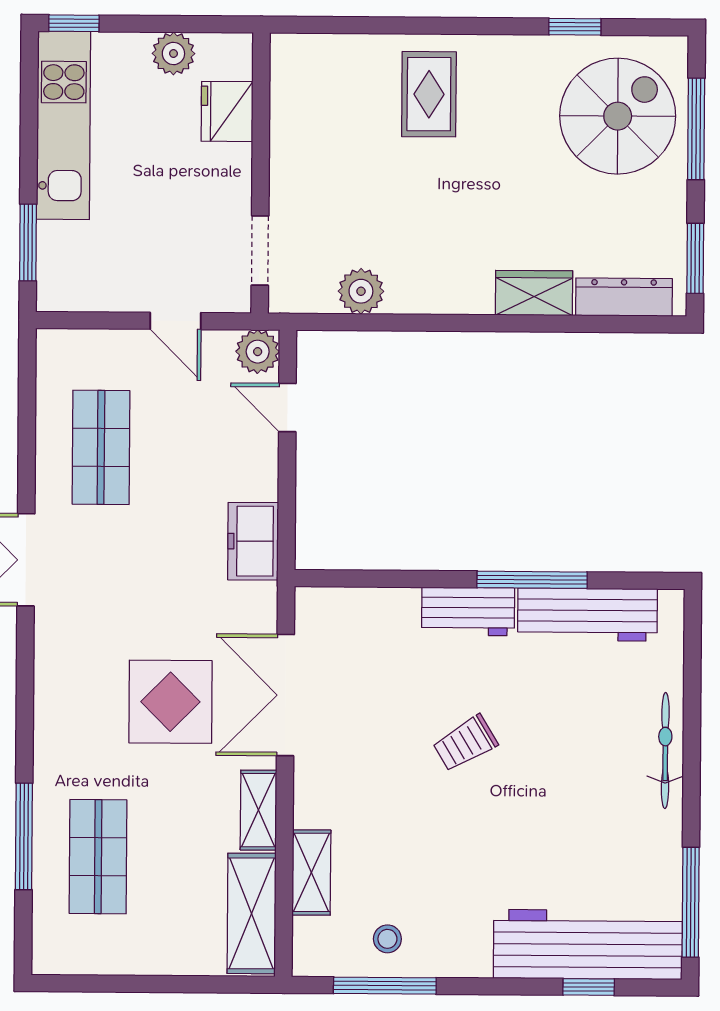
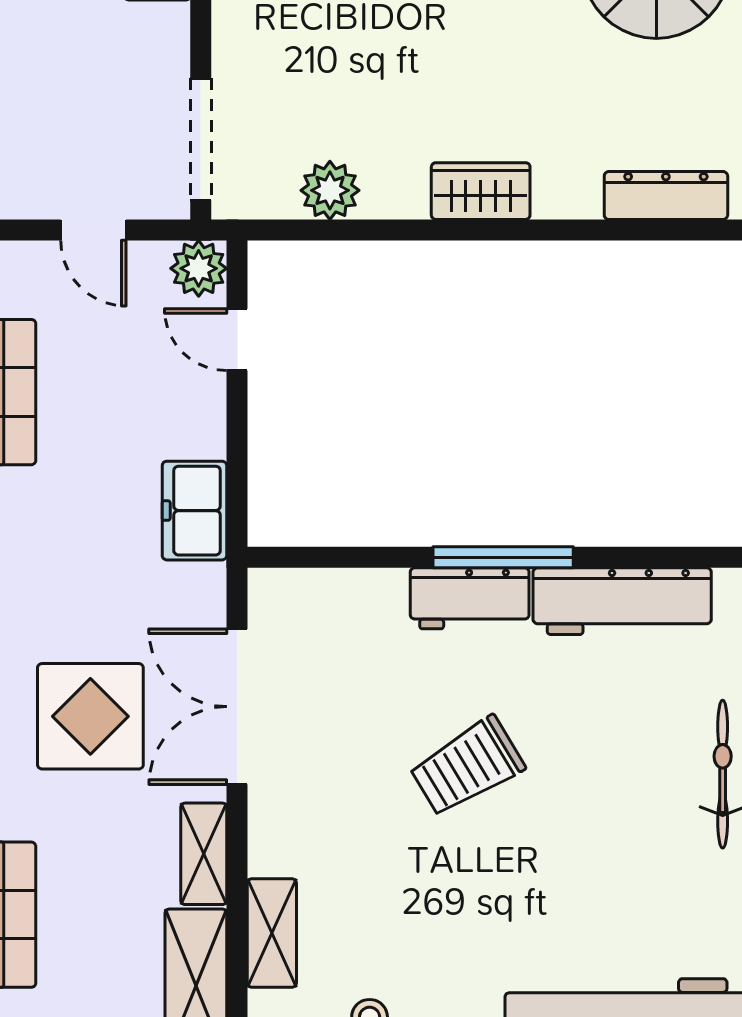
doorway: (260, 251) -> (201, 139), width x1.38
wardrobe: (534, 293) -> (481, 191), moved
window: (532, 580) -> (503, 557), moved
trolley: (465, 743) -> (467, 767), width x1.36, depth x1.39

